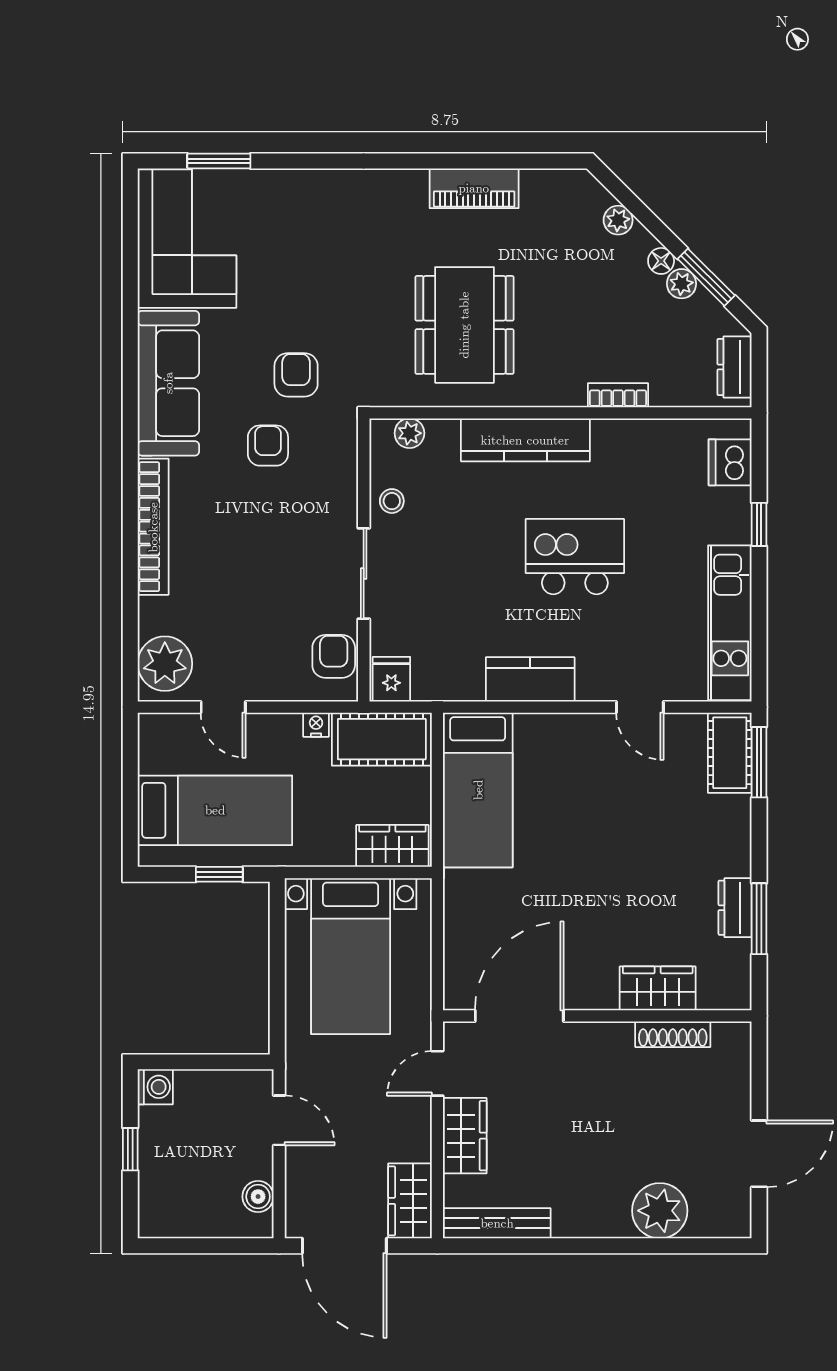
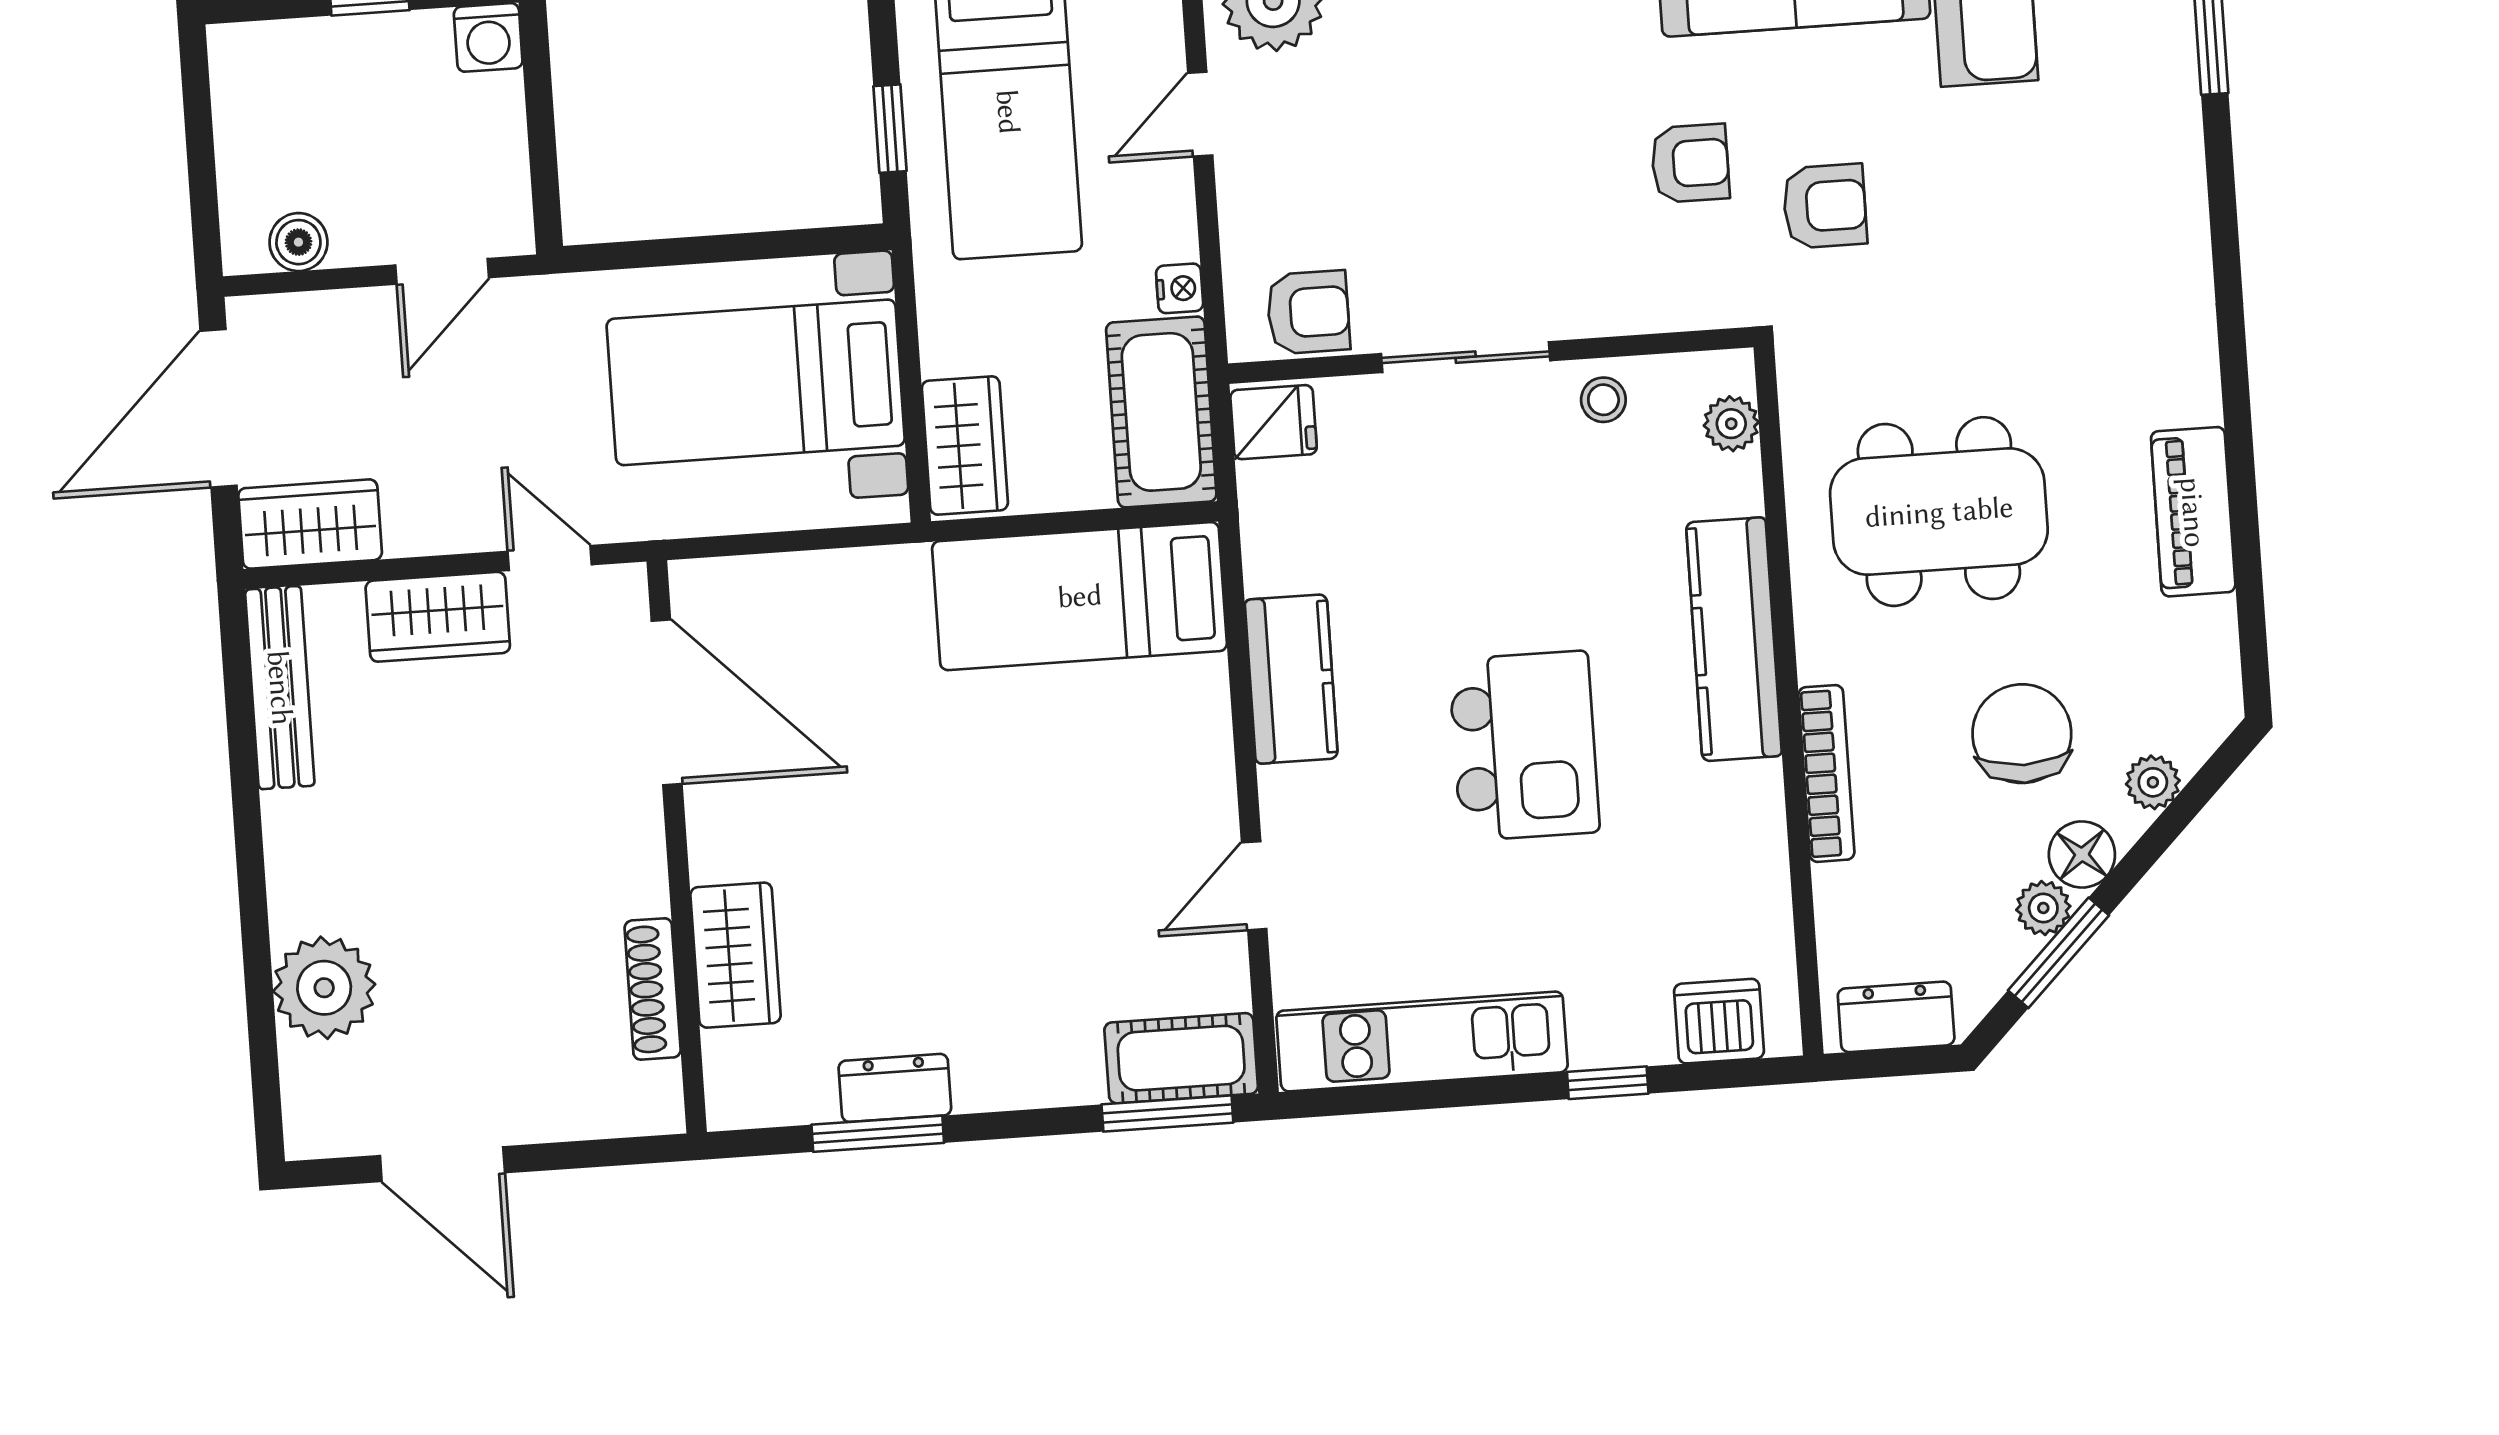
floor lamp: (661, 261) -> (2082, 854), width x1.37, depth x1.37
chair: (587, 289) -> (2022, 734), added
bookcase: (618, 395) -> (1826, 773), width x1.56

